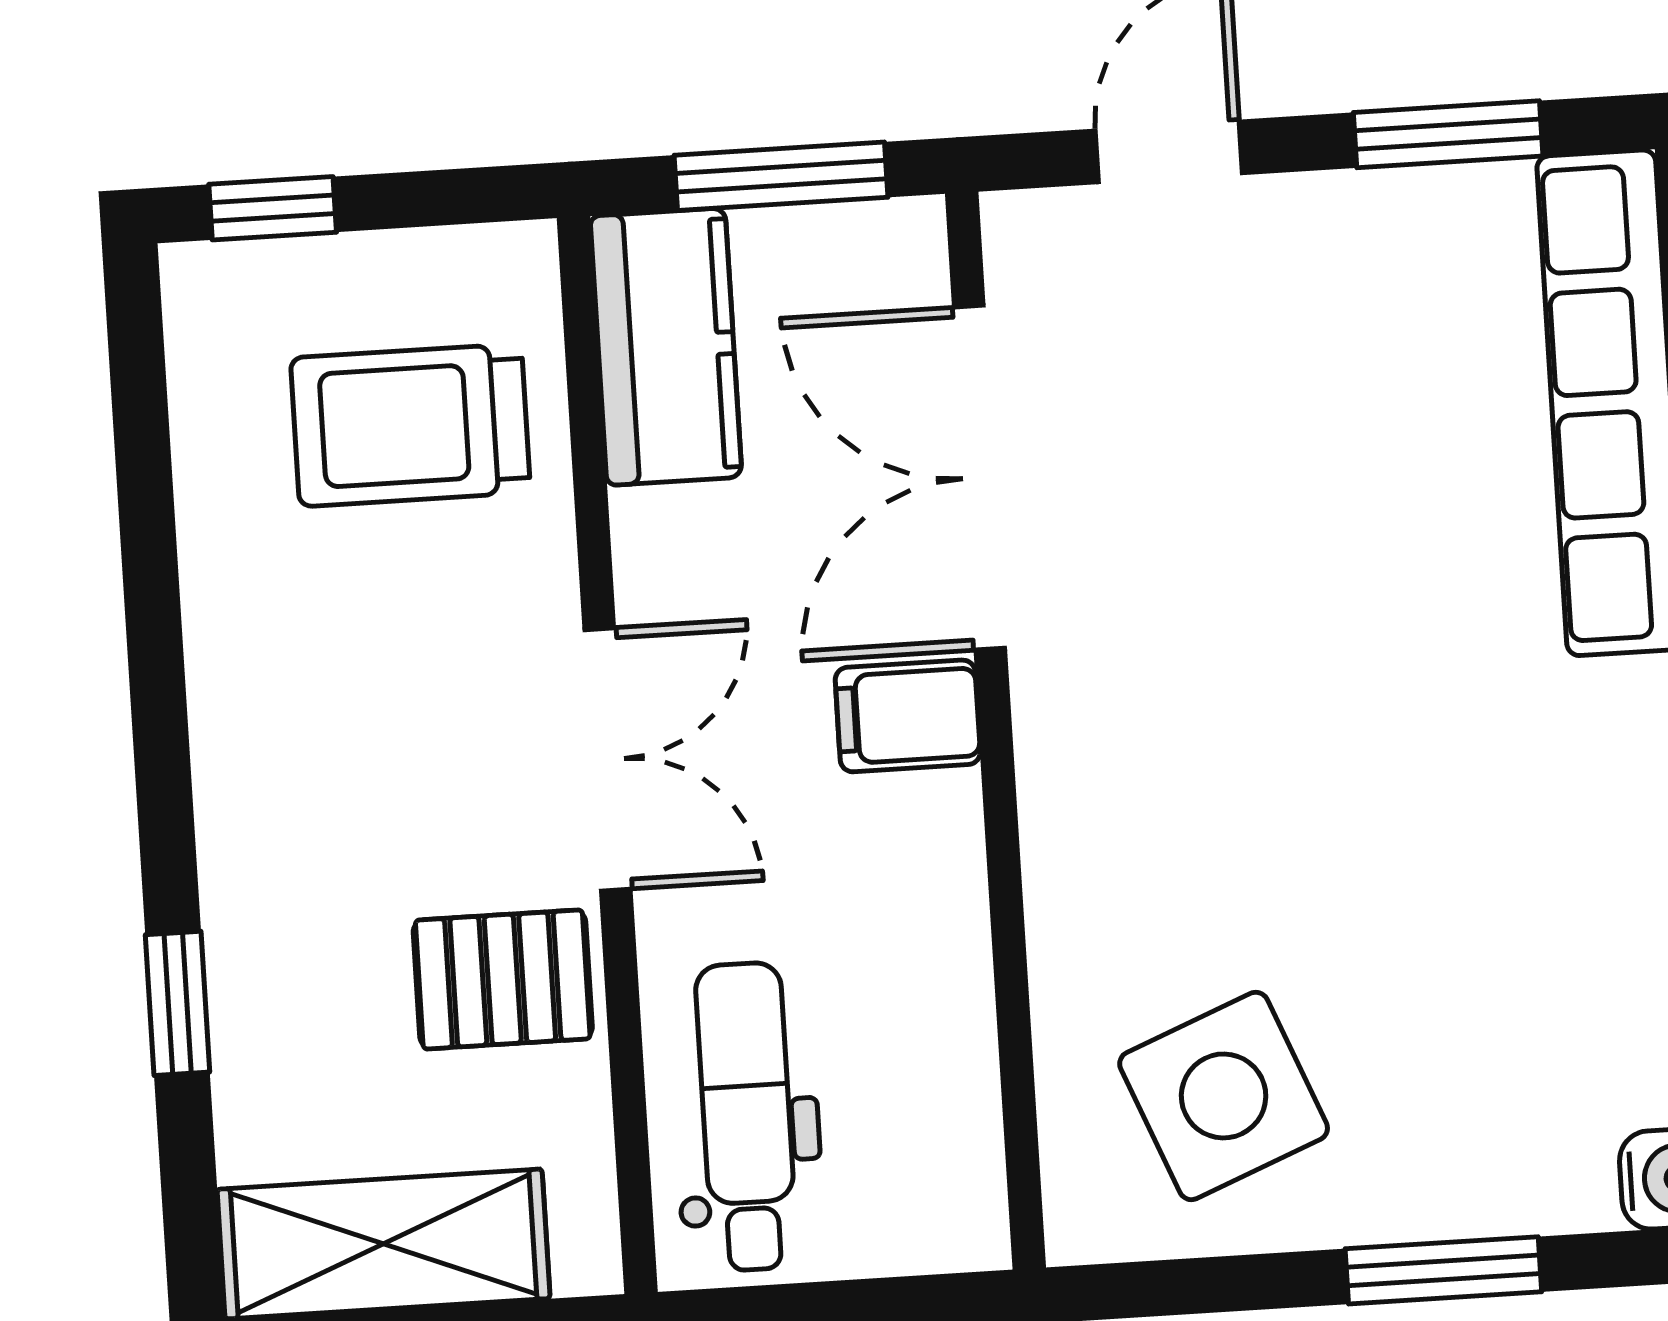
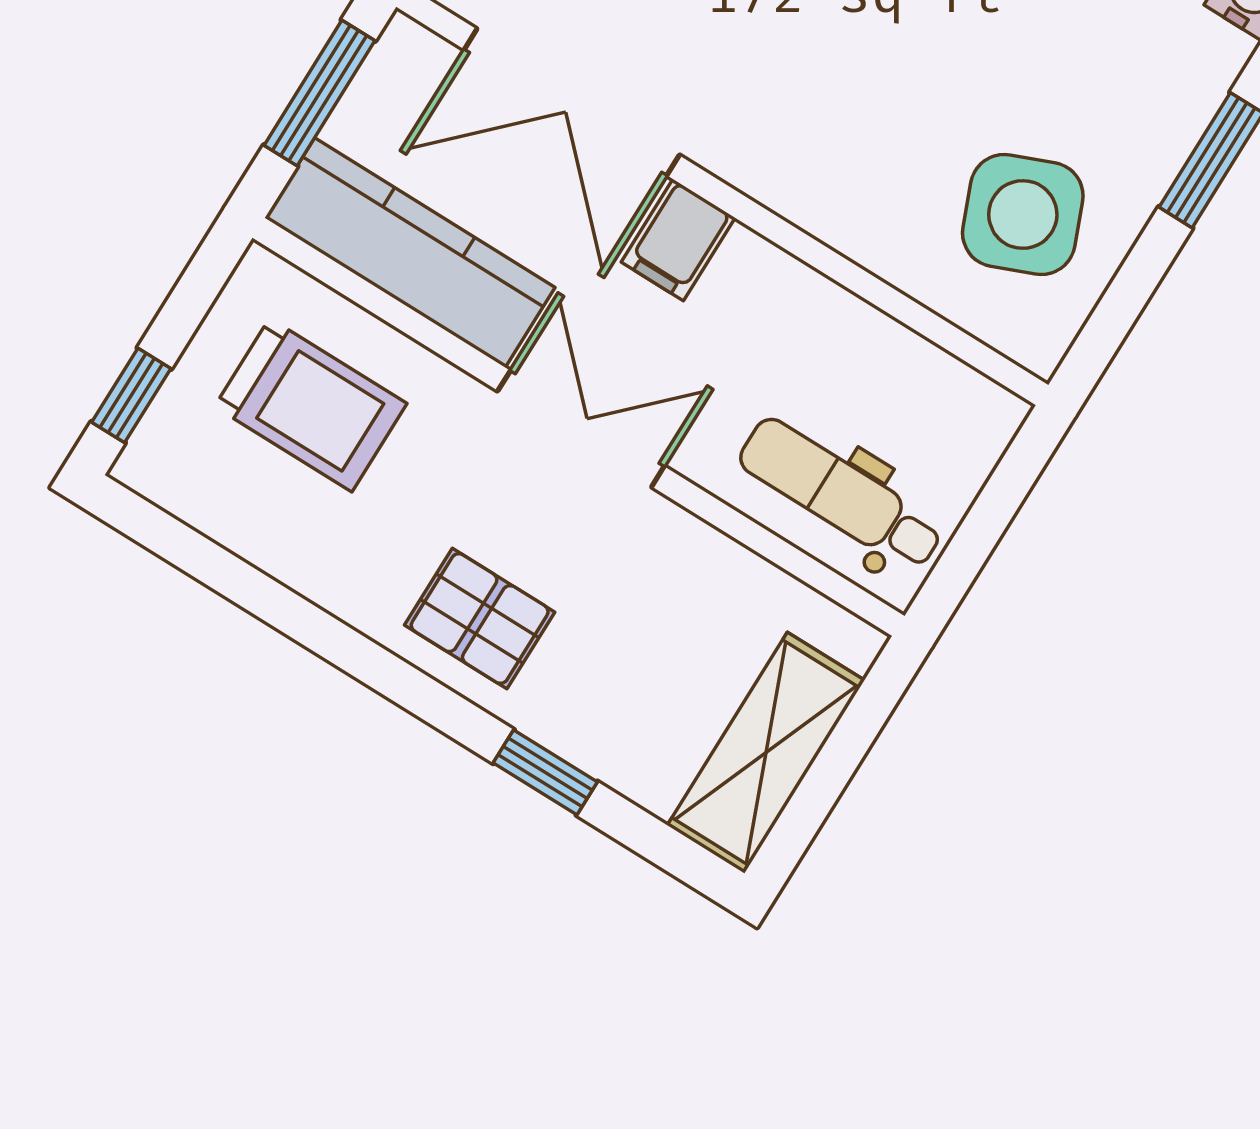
kitchen counter: (666, 347) -> (410, 253), width x1.50
trolley: (410, 425) -> (311, 405), turned -90
pallet: (503, 979) -> (480, 619), moved, turned 90

